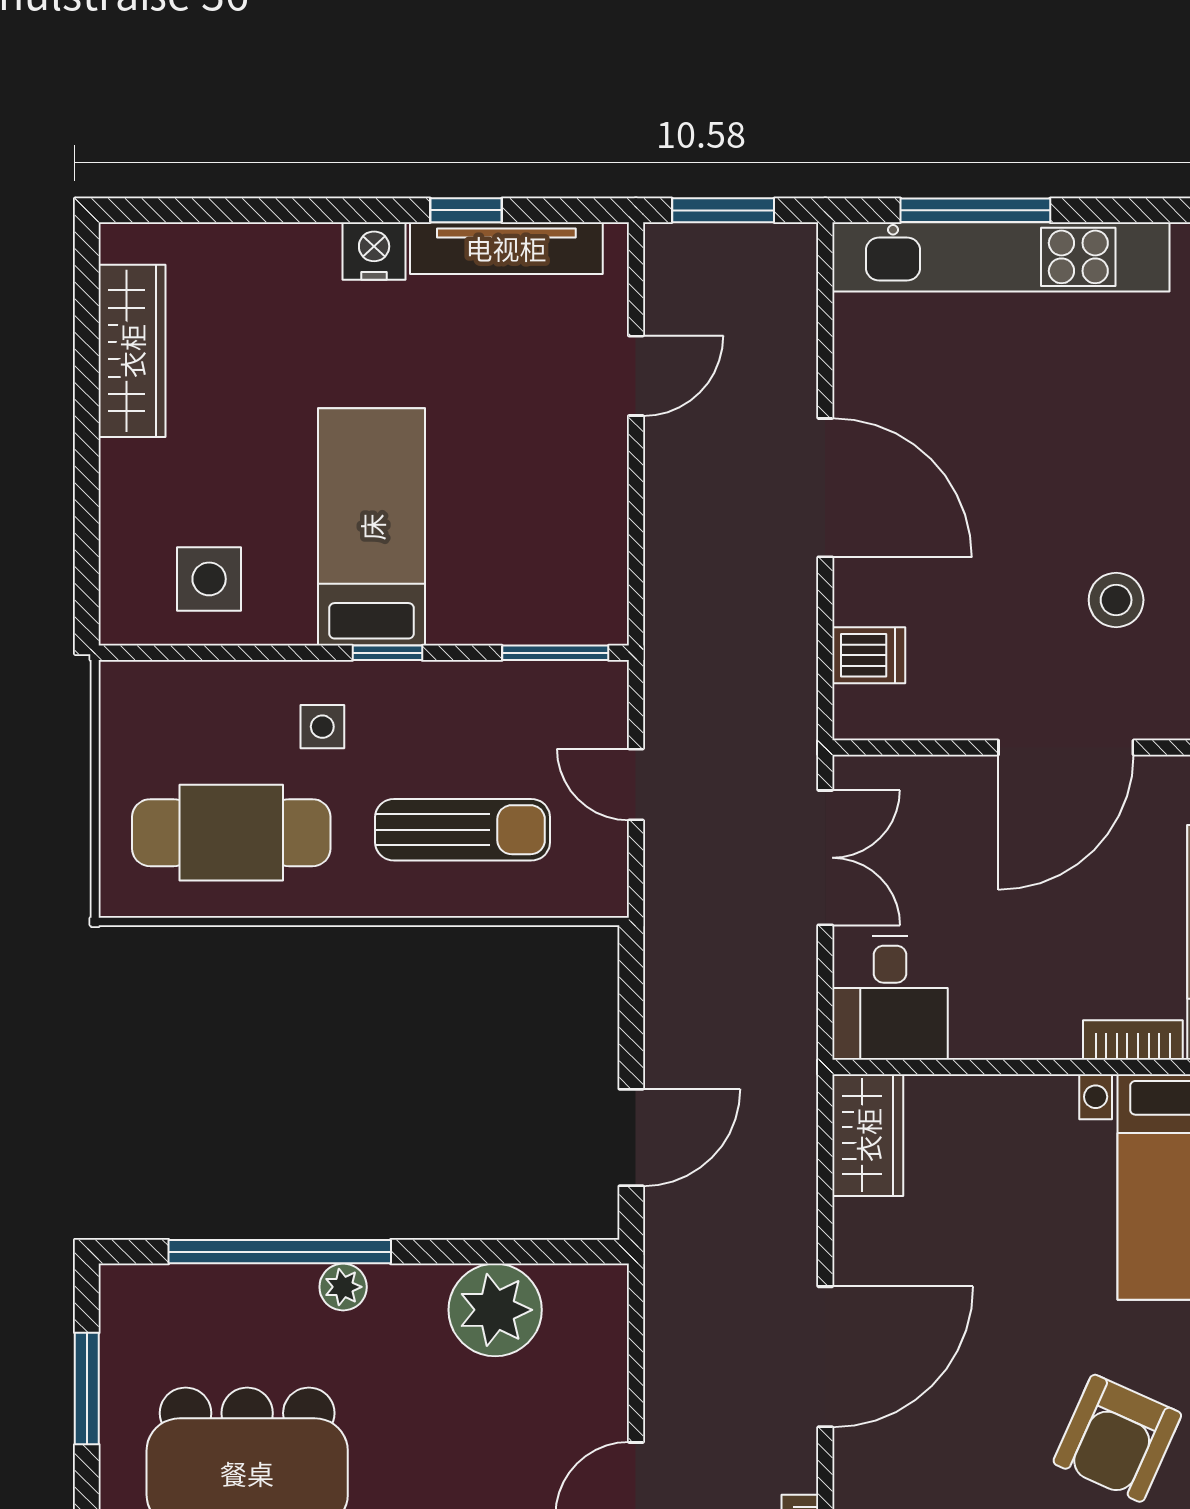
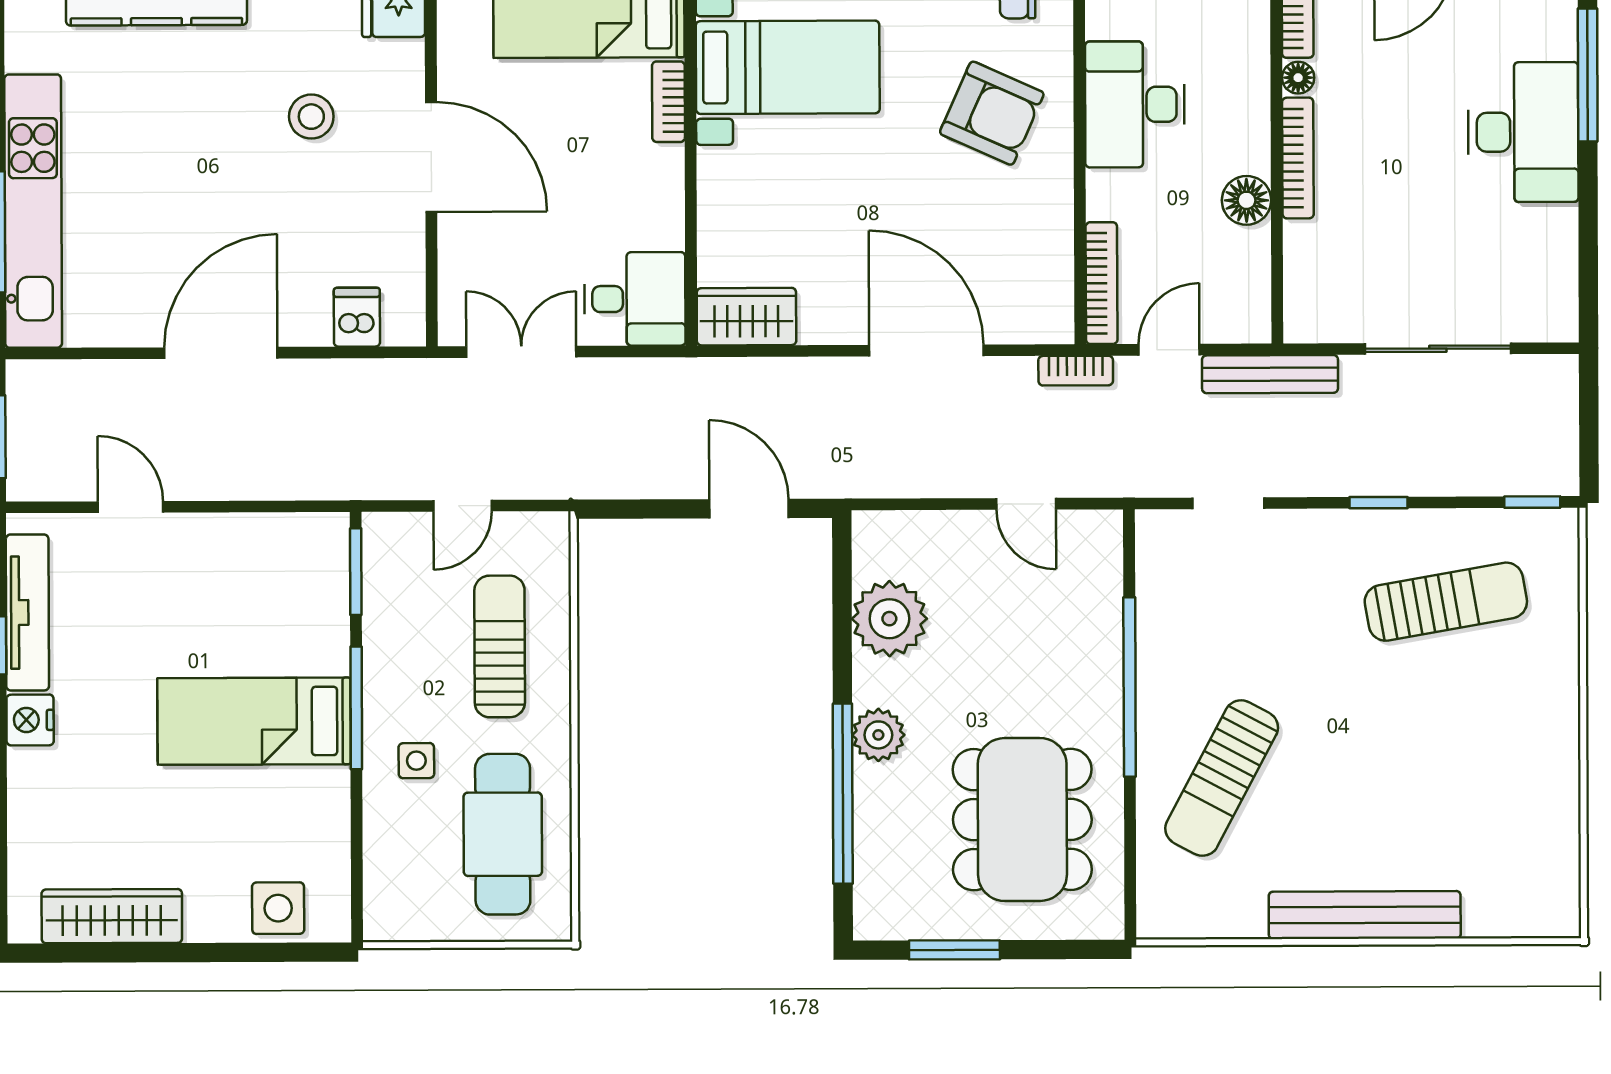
side table: (209, 579) -> (278, 908), moved
window: (387, 653) -> (356, 708), width x2.17
plant: (343, 1287) -> (878, 735), width x1.38, depth x1.38

